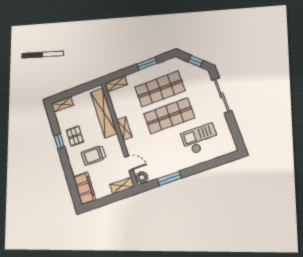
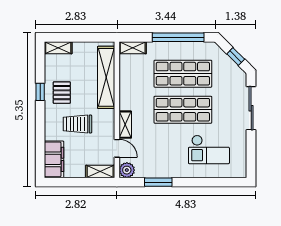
window: (147, 64) -> (178, 37), width x2.11
shelving: (124, 128) -> (125, 125), moved
checkout: (200, 139) -> (209, 149), turned 180

